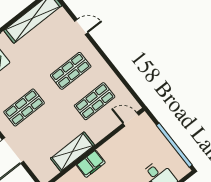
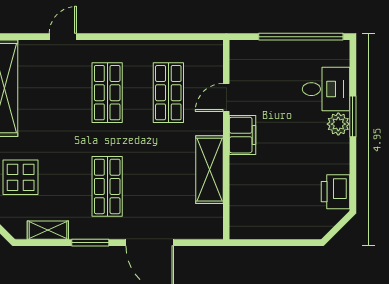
door: (131, 119) -> (226, 97), moved
filing cabinet: (91, 164) -> (243, 135), moved

